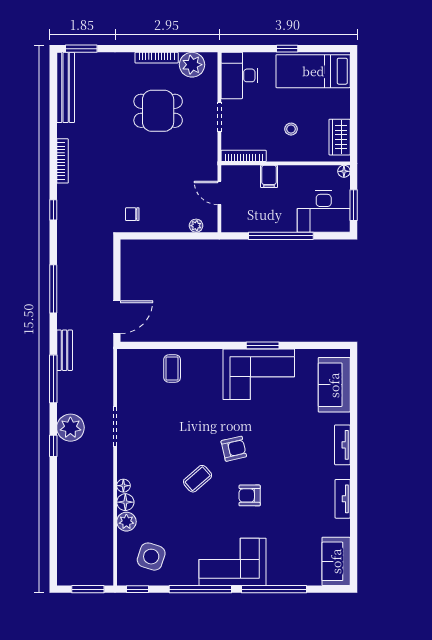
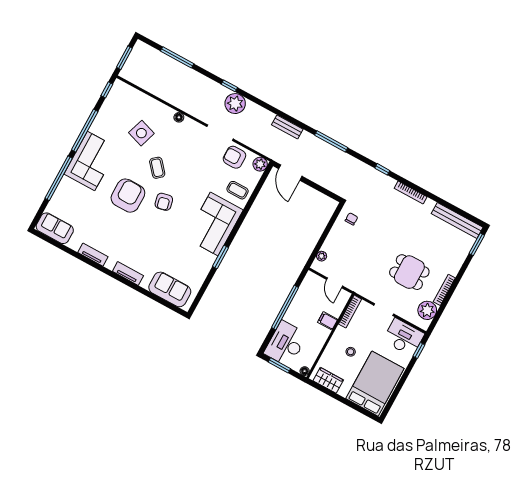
window: (287, 49) -> (419, 351), moved
bed: (313, 71) -> (375, 384), width x1.50
dining table: (158, 111) -> (409, 272), turned 90
door: (219, 193) -> (335, 283), swing flipped
corner sofa: (259, 374) -> (214, 224), moved
window: (53, 379) -> (177, 57), moved
armchair: (135, 394) -> (234, 157), added
armchair: (250, 495) -> (128, 196), width x1.88, depth x1.88
floor lamp: (125, 502) -> (167, 113), removed
plant: (126, 522) -> (260, 164), moved
side table: (151, 557) -> (141, 133), moved

